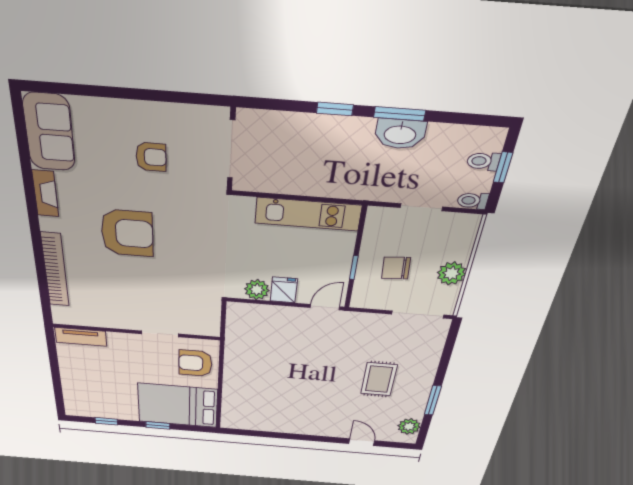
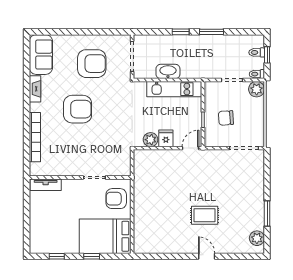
washbasin: (400, 134) -> (168, 71), moved, turned 180
armchair: (151, 157) -> (92, 64), width x1.88, depth x1.88
plant: (451, 273) -> (257, 89), moved
rug: (379, 379) -> (205, 215), moved, turned 90
door: (362, 442) -> (207, 256), moved

